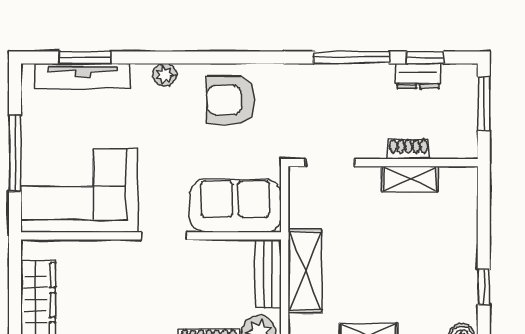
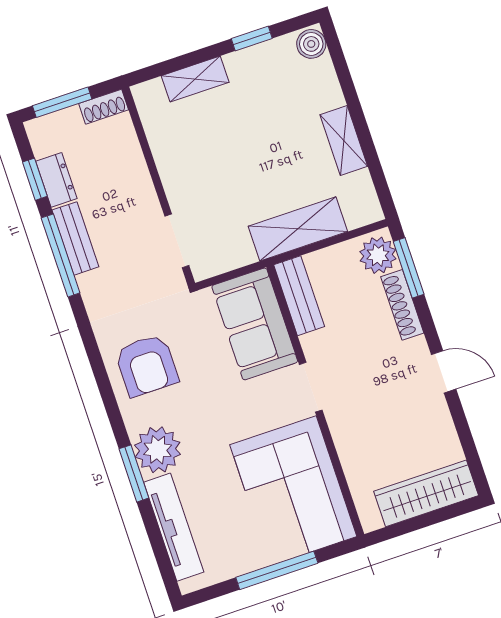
window: (85, 57) -> (134, 473), moved
plant: (165, 75) -> (158, 450), width x1.88, depth x1.88
bench: (362, 75) -> (75, 238), added
shoe rack: (408, 149) -> (104, 107), moved, turned -90
shelving: (410, 179) -> (195, 79), moved, turned 90
bench: (268, 274) -> (299, 296), moved, turned 90

